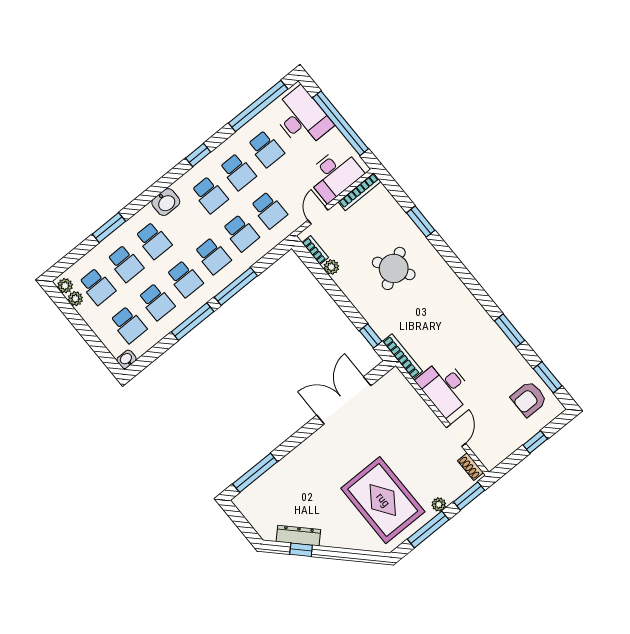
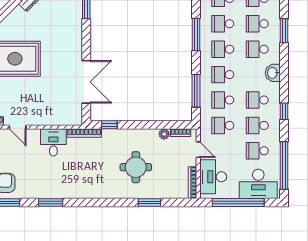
round table: (394, 268) -> (136, 167), turned 30
window: (236, 286) -> (196, 91), moved
desk: (445, 387) -> (53, 142), width x0.73

